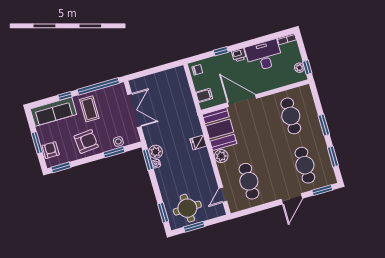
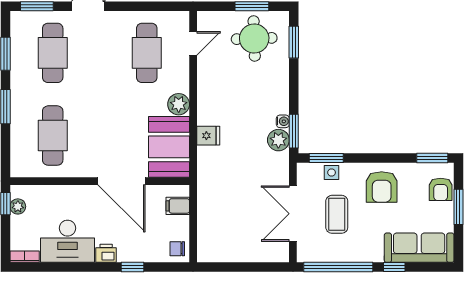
coffee table: (89, 109) -> (337, 214), moved
armchair: (86, 141) -> (382, 187), turned -85
window: (114, 152) -> (326, 158), moved

